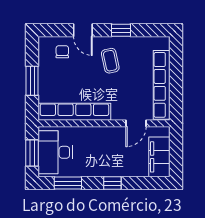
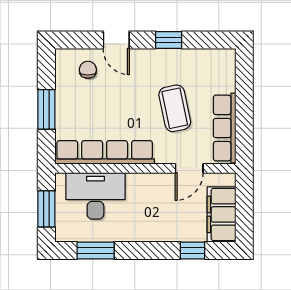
coffee table: (110, 61) -> (175, 108), moved, width x1.36, depth x1.30
row of seats: (162, 85) -> (225, 128), width x0.73
desk: (55, 152) -> (95, 196), moved, turned 90
window: (112, 183) -> (192, 250), moved

